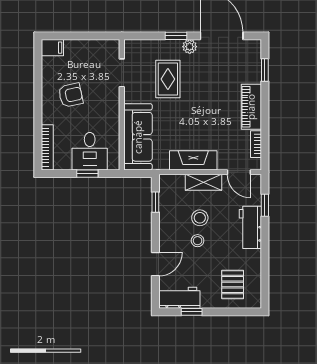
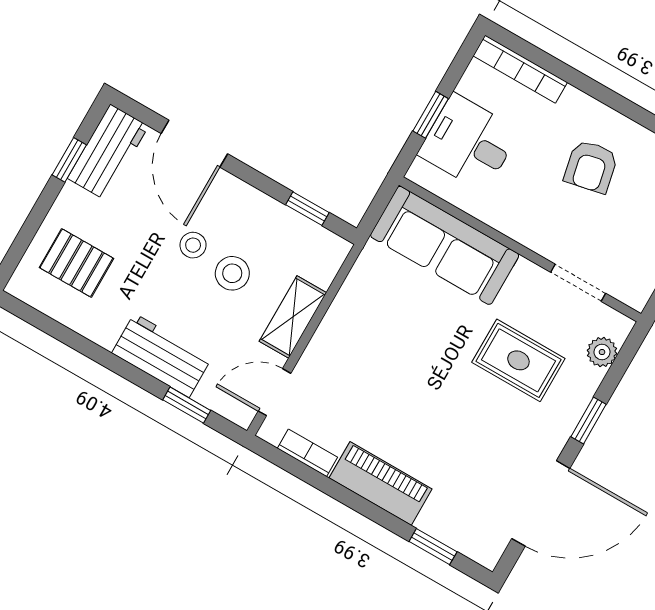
plant: (190, 47) -> (602, 352), moved
fireplace: (193, 160) -> (344, 322), removed
door: (155, 264) -> (194, 144), width x1.38

